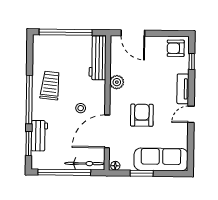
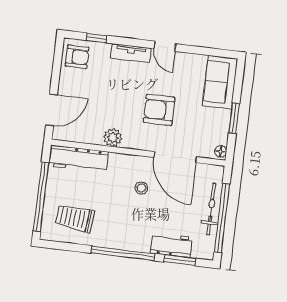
armchair: (176, 48) -> (77, 57), turned -90
trolley: (50, 85) -> (75, 218), moved
sofa: (161, 159) -> (220, 82), width x0.73
bicycle: (85, 164) -> (211, 209), moved

